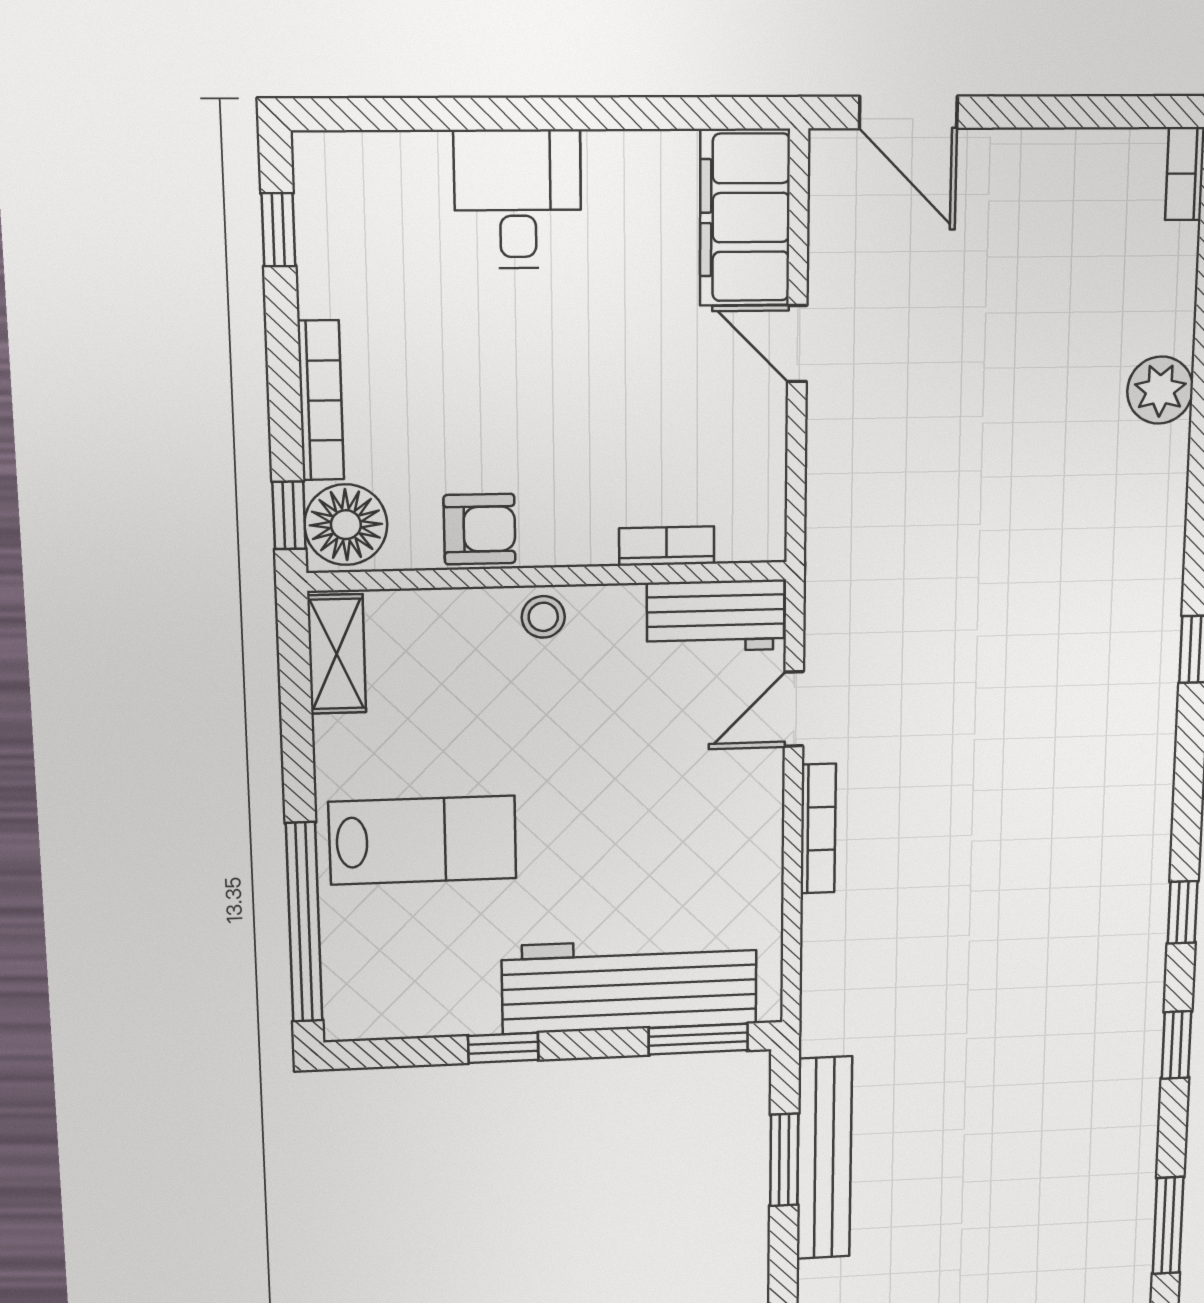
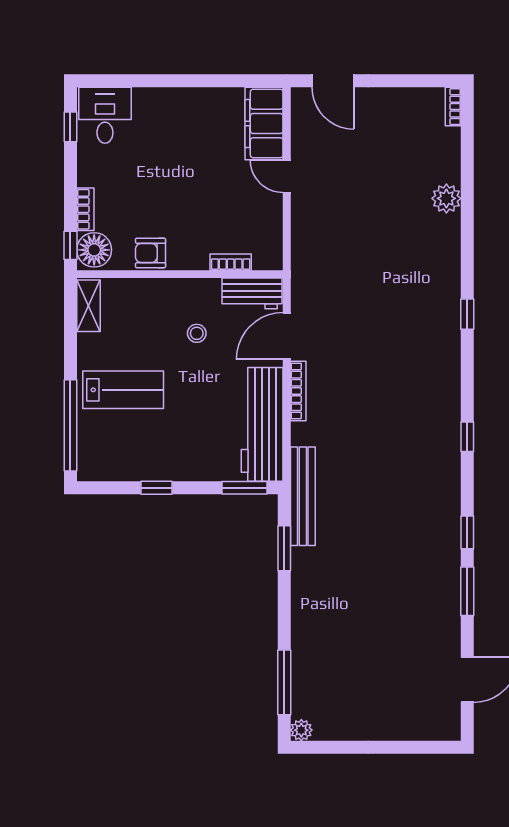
desk: (518, 199) -> (105, 115), moved
bookcase: (321, 400) -> (85, 209), width x0.64
armchair: (480, 529) -> (151, 253), turned 180
stool: (543, 617) -> (197, 333), moved
door: (794, 709) -> (287, 336), width x1.37
workbench: (630, 985) -> (262, 424), moved, turned -90
window: (1176, 1045) -> (467, 532), moved
bench: (824, 1158) -> (303, 496), moved

